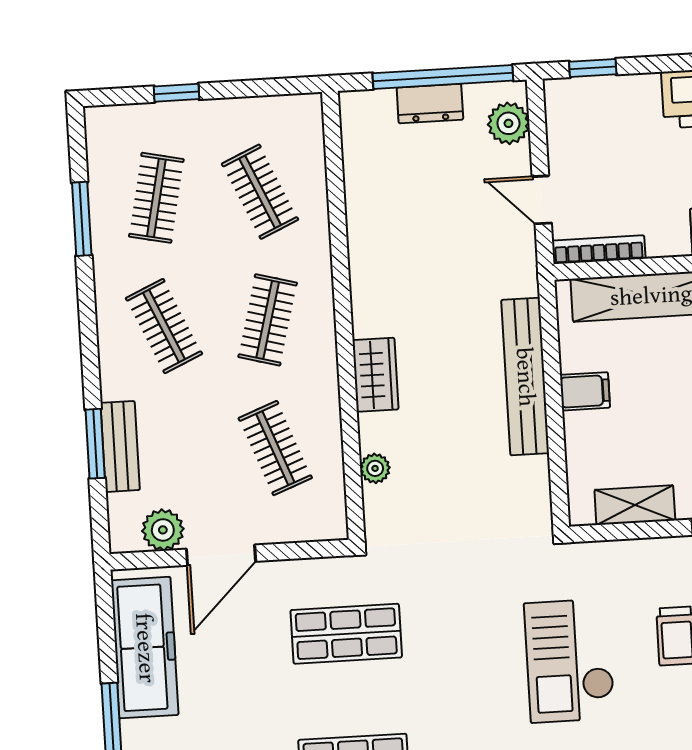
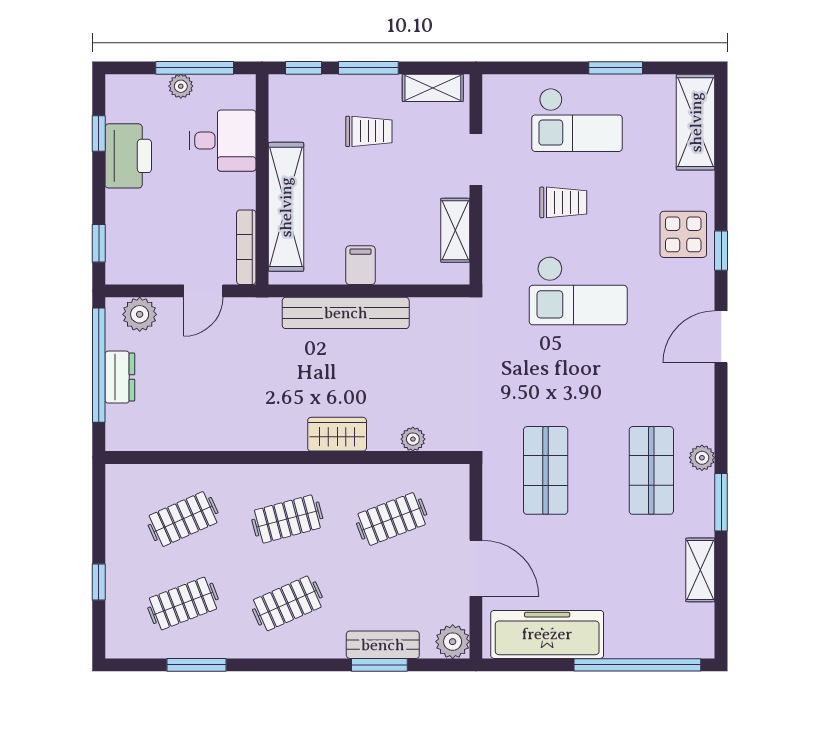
clothes rail: (156, 198) -> (183, 603), turned -33
clothes rail: (268, 320) -> (287, 519), turned -30
plant: (163, 530) -> (453, 642), moved

